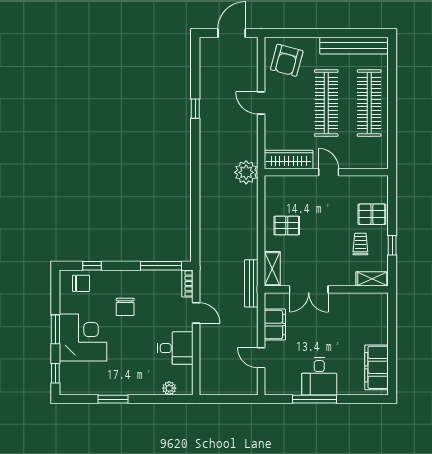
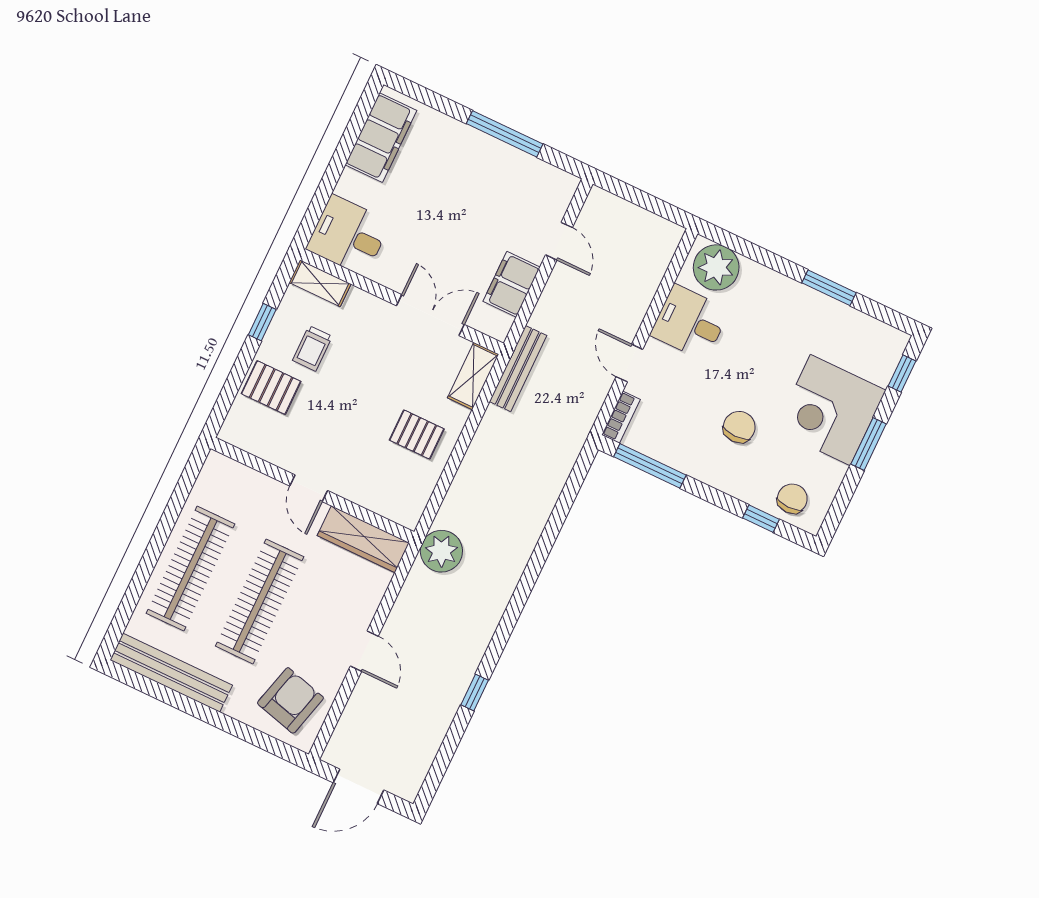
chair: (81, 283) -> (792, 499), turned 90
desk: (319, 376) -> (348, 235), moved, turned -90
plant: (169, 388) -> (716, 267), width x1.88, depth x1.88

